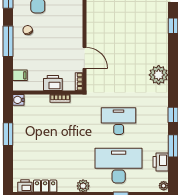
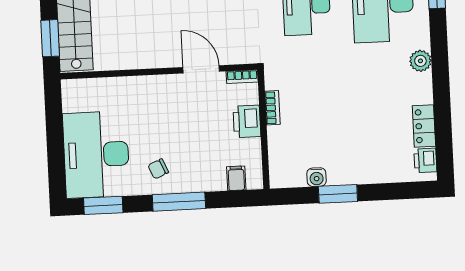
door: (84, 58) -> (201, 69), hinge flipped
water cooler: (18, 100) -> (317, 177), moved

